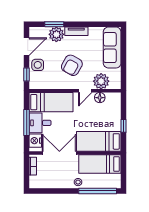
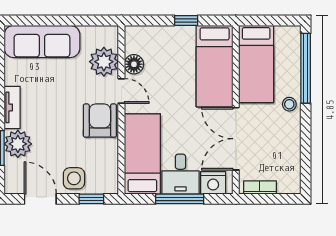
armchair: (72, 65) -> (100, 121), moved, turned -119

